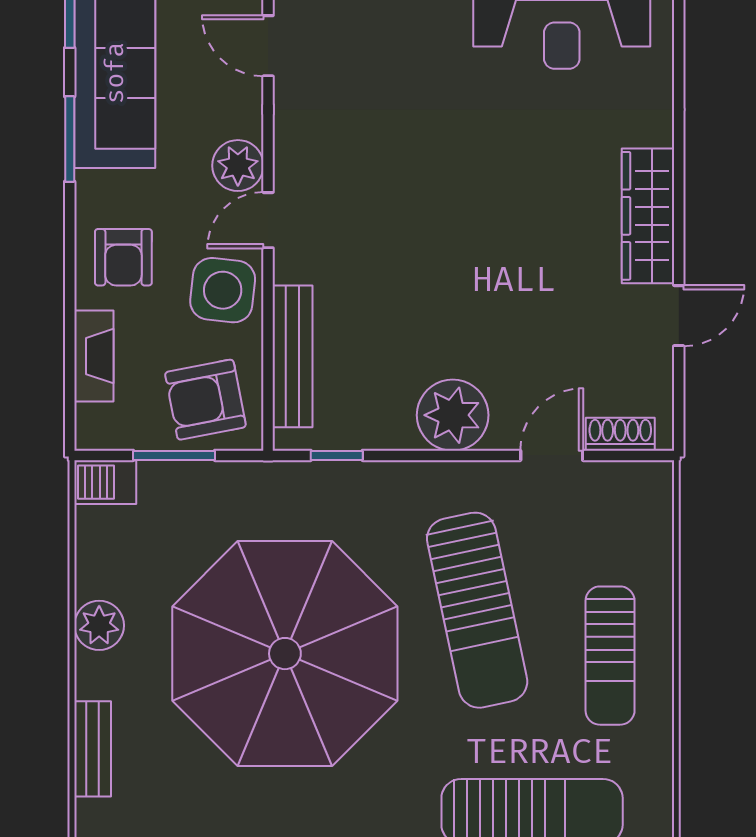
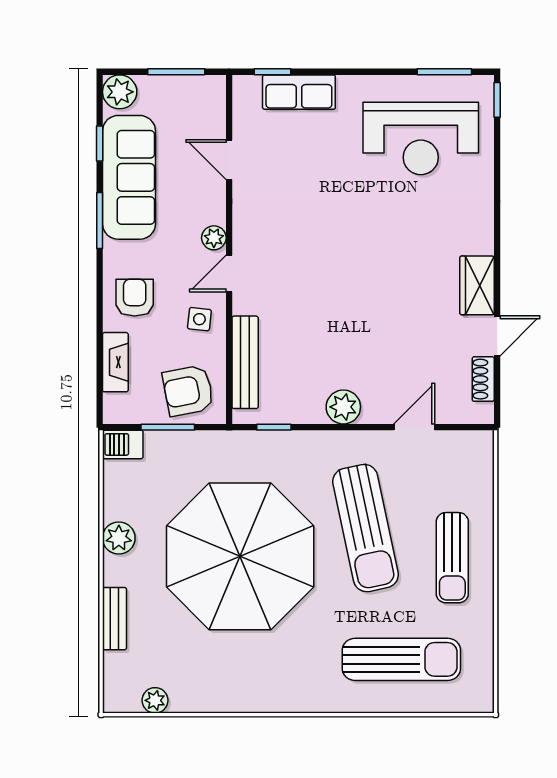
plant: (238, 166) -> (214, 238), width x0.73, depth x0.73
wardrobe: (648, 216) -> (477, 285), width x0.67
armchair: (123, 257) -> (135, 298), turned 180
side table: (223, 290) -> (199, 319), width x0.54, depth x0.54
plant: (453, 415) -> (343, 407), width x0.73, depth x0.73
shoe rack: (620, 434) -> (483, 379), moved, turned -90

